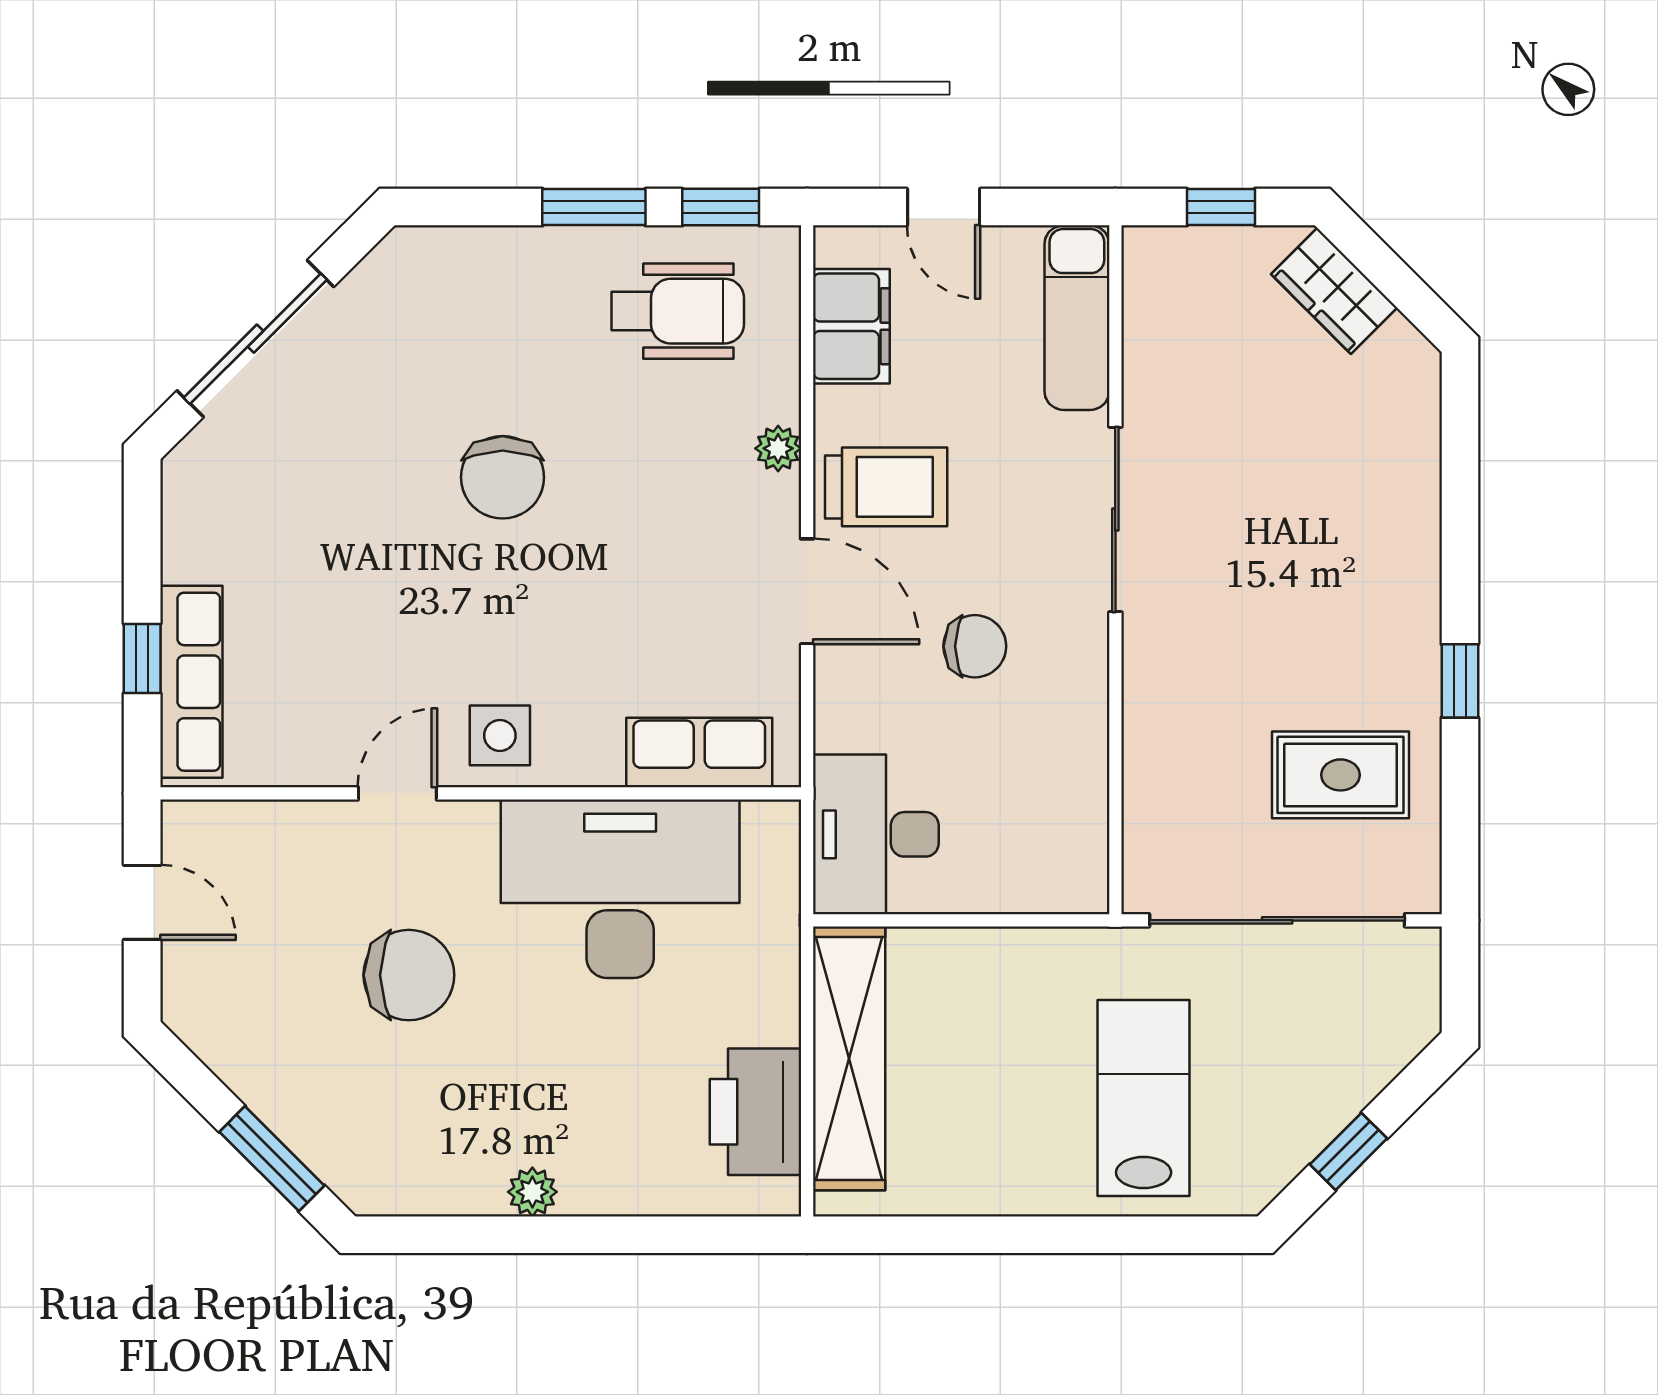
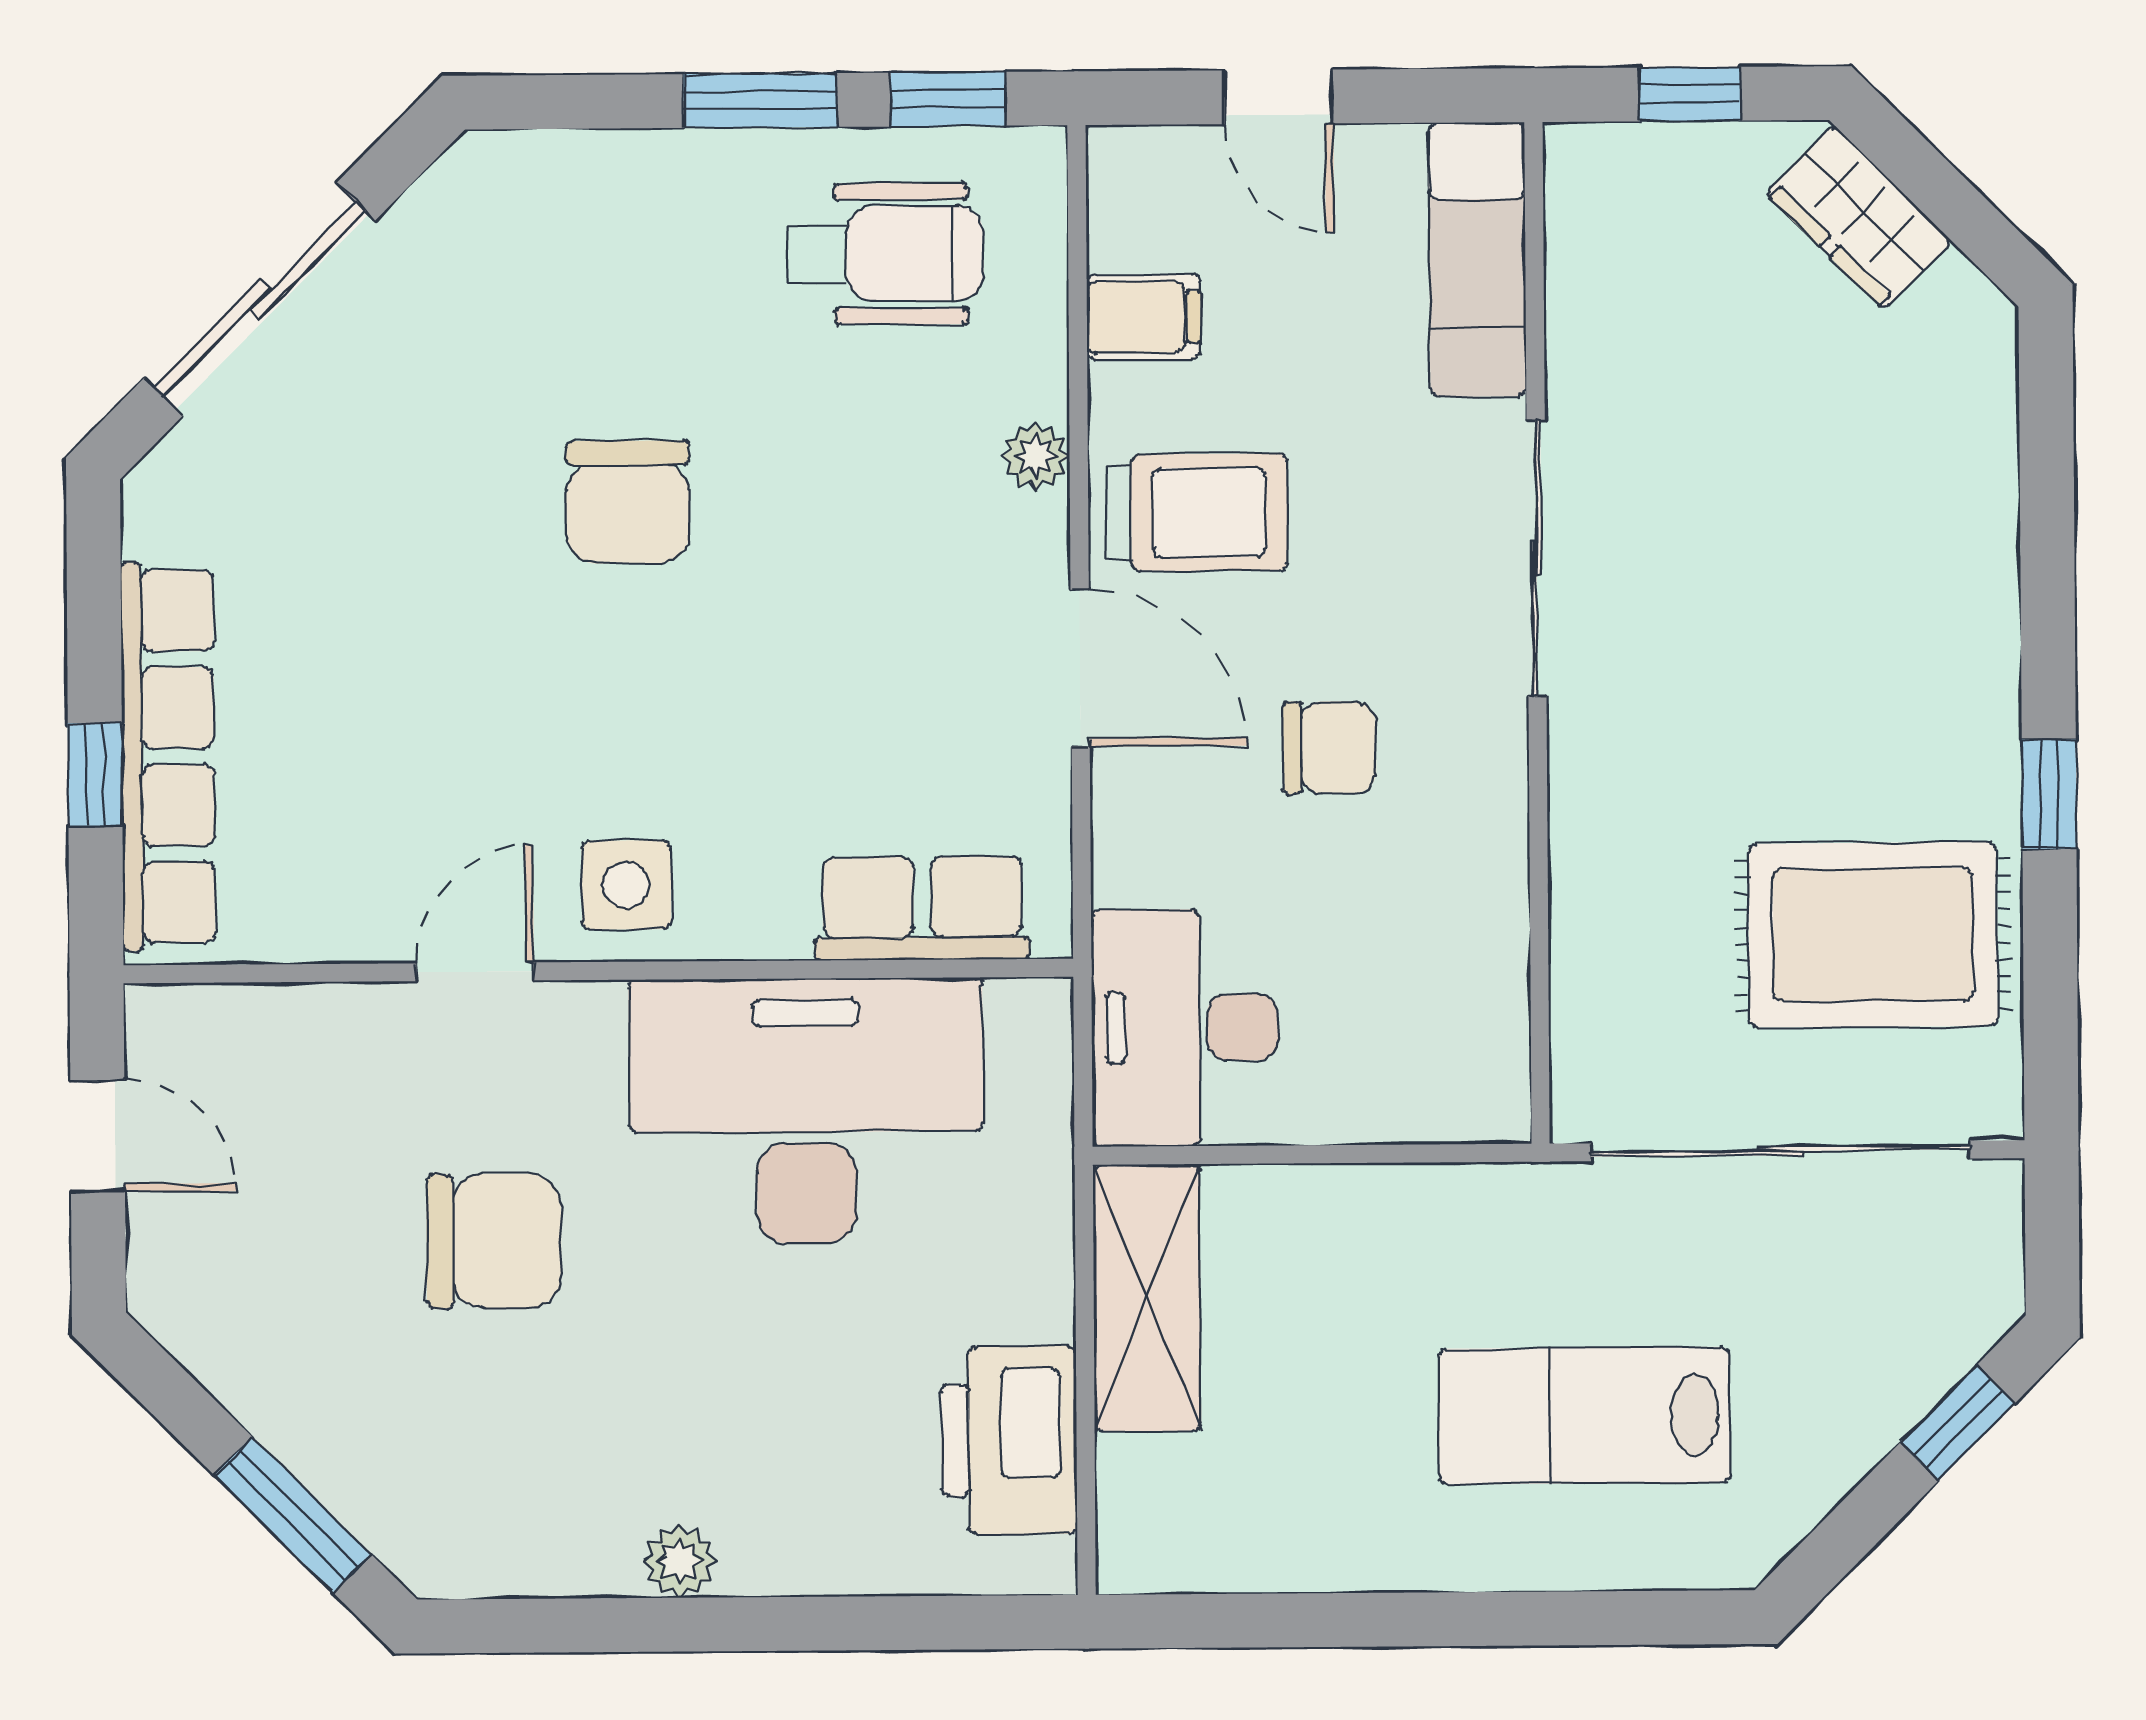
filing cabinet: (851, 326) -> (1144, 317), width x0.50
row of seats: (191, 682) -> (168, 756), width x1.36
rug: (1340, 775) -> (1873, 935), width x1.36, depth x1.43
shelving: (849, 1058) -> (1147, 1298), width x0.68
lab bench: (1144, 1098) -> (1584, 1416), turned -90
window: (1348, 1151) -> (1957, 1423), moved

